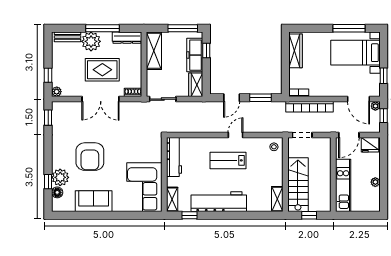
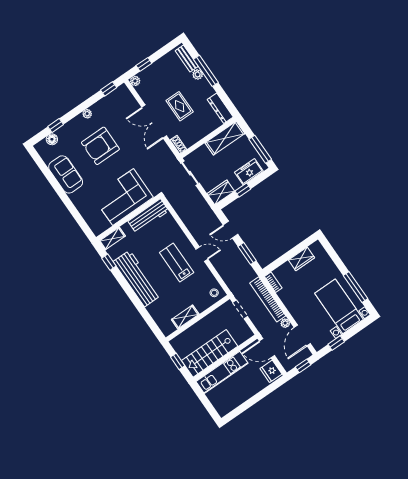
window: (102, 28) -> (206, 71), moved
plant: (91, 41) -> (198, 74), width x0.53, depth x0.53
window: (206, 50) -> (243, 190), moved
wardrobe: (296, 51) -> (301, 259), width x0.67
freezer: (195, 55) -> (249, 172), width x0.71
rug: (102, 70) -> (180, 106), width x0.73, depth x0.70
plant: (375, 106) -> (285, 323), moved
plant: (60, 177) -> (87, 114), moved, width x0.53, depth x0.53
plant: (375, 182) -> (243, 397), removed
stairs: (298, 185) -> (210, 353), moved, turned 180
corner sofa: (144, 187) -> (123, 197), moved
shelving: (277, 199) -> (185, 317), moved

